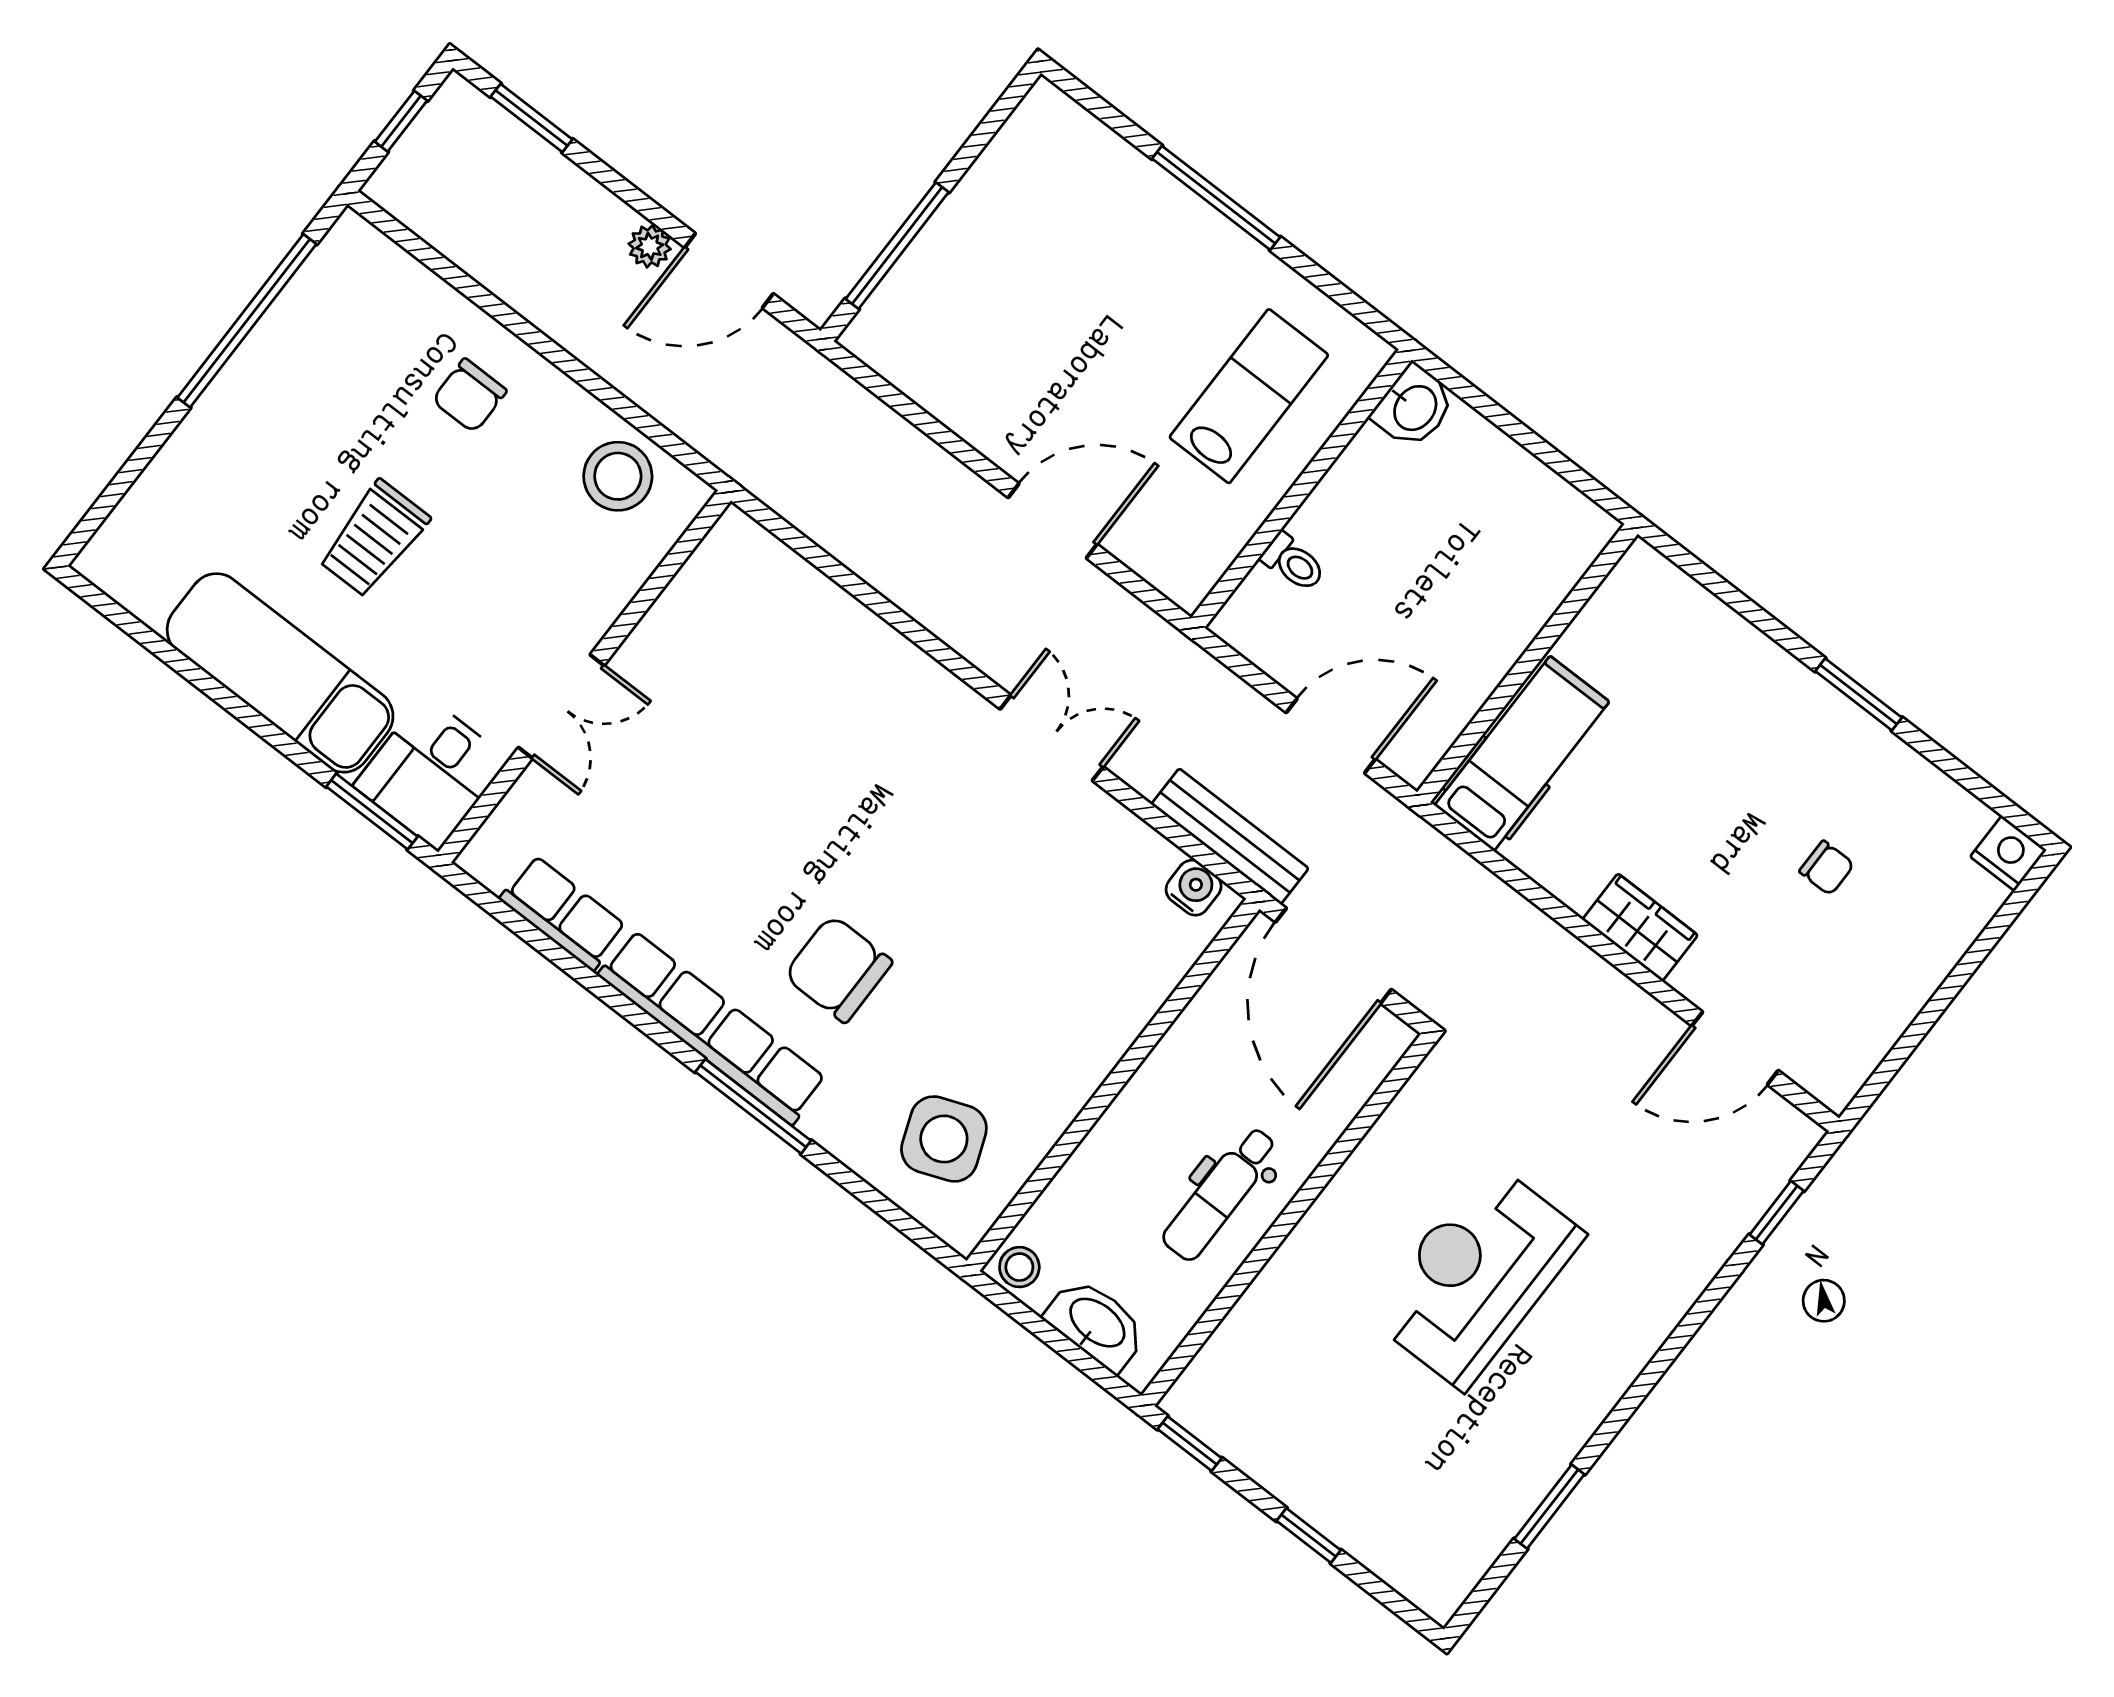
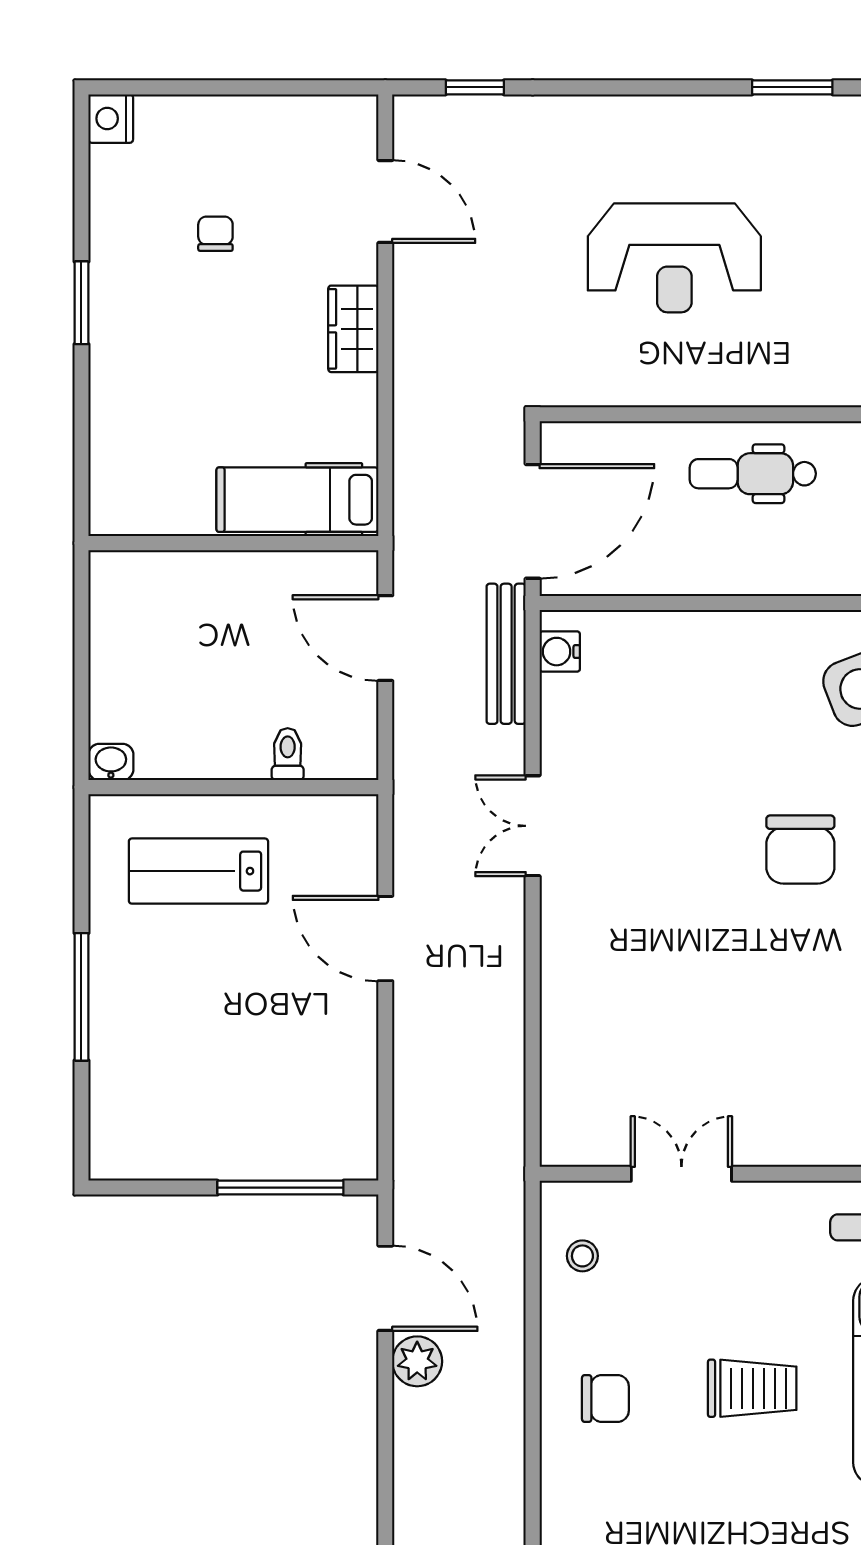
window: (531, 118) -> (385, 1502), removed
plant: (650, 246) -> (417, 1361), width x1.38, depth x1.38
washbasin: (1414, 407) -> (111, 762), width x0.72, depth x0.69
stool: (618, 476) -> (582, 1256), width x0.53, depth x0.53
double door: (561, 707) -> (681, 1174), moved
dental chair: (1220, 1194) -> (753, 474), turned 180

